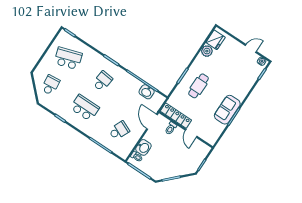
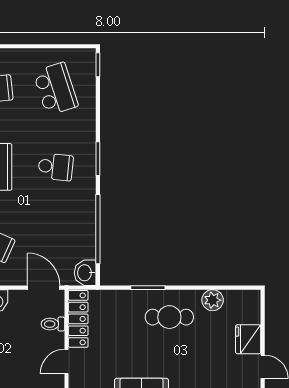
fridge: (216, 40) -> (248, 339), moved, turned 90
cafe table: (198, 86) -> (169, 317), moved
washbasin: (147, 92) -> (85, 273), moved
door: (152, 122) -> (44, 288), hinge flipped

